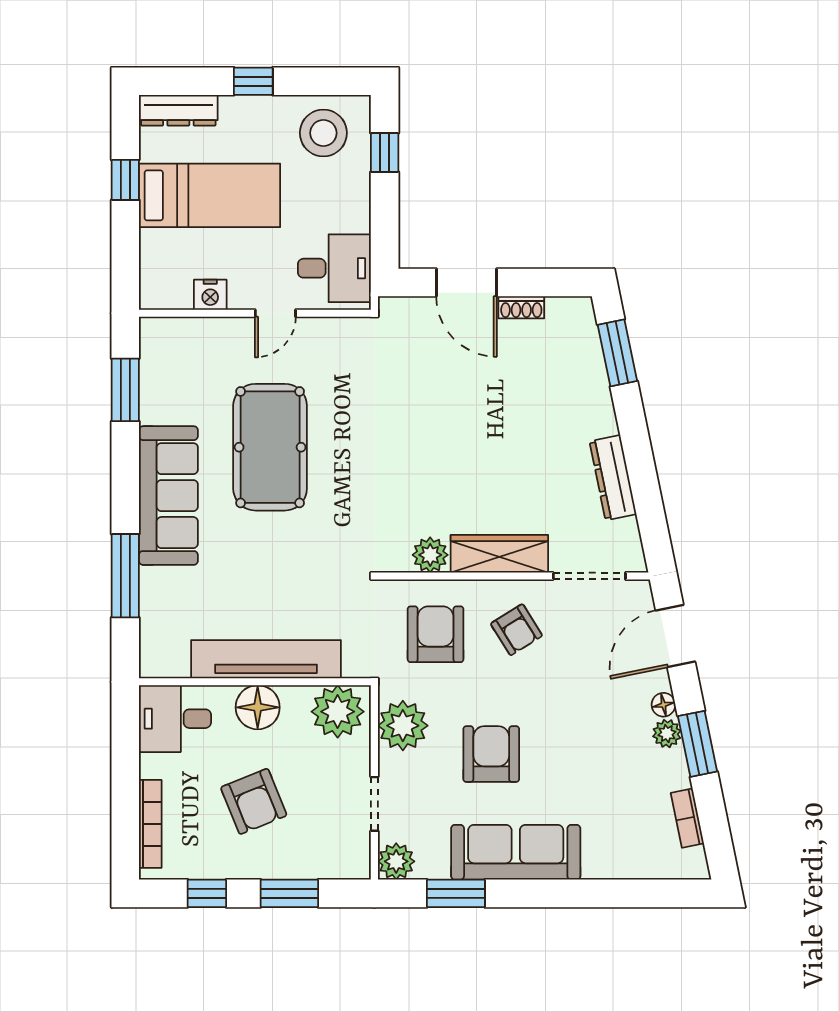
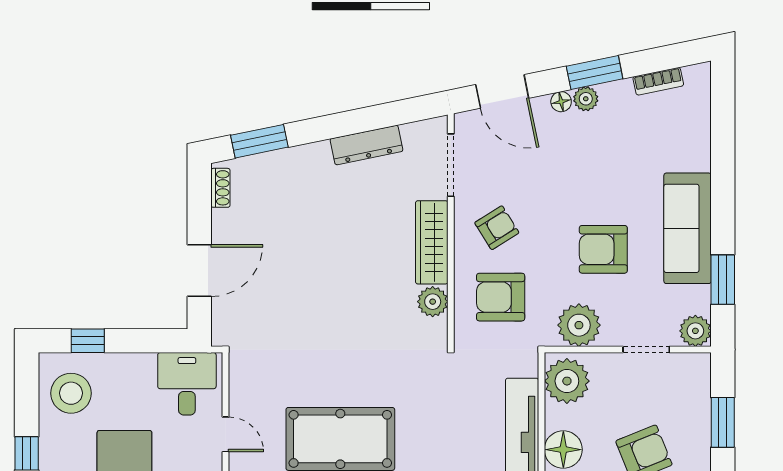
shoe rack: (521, 307) -> (220, 188), moved

